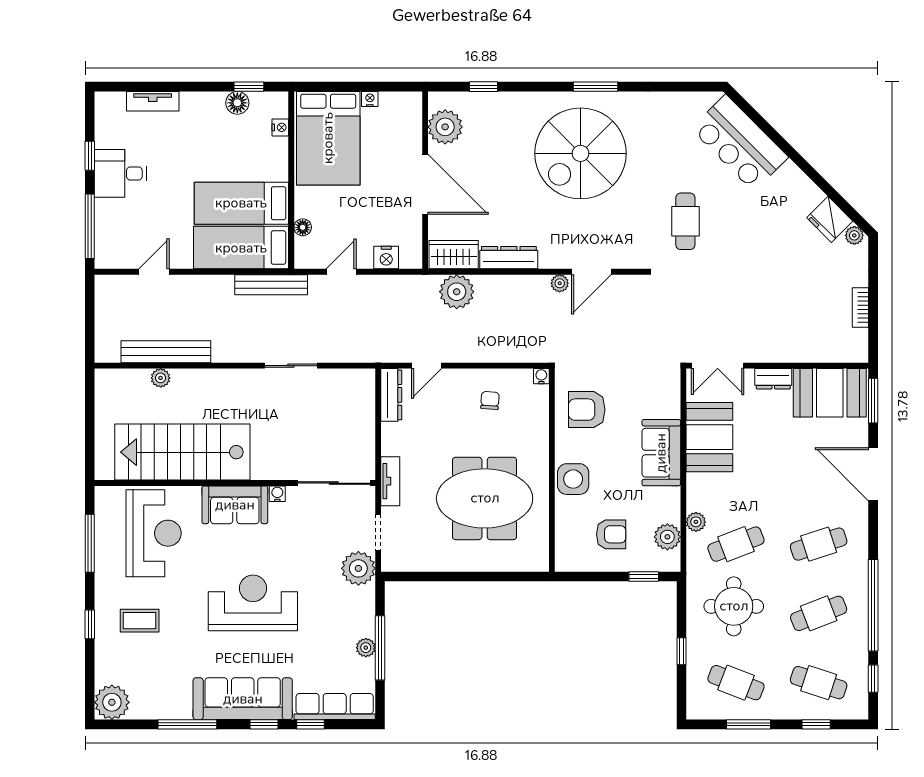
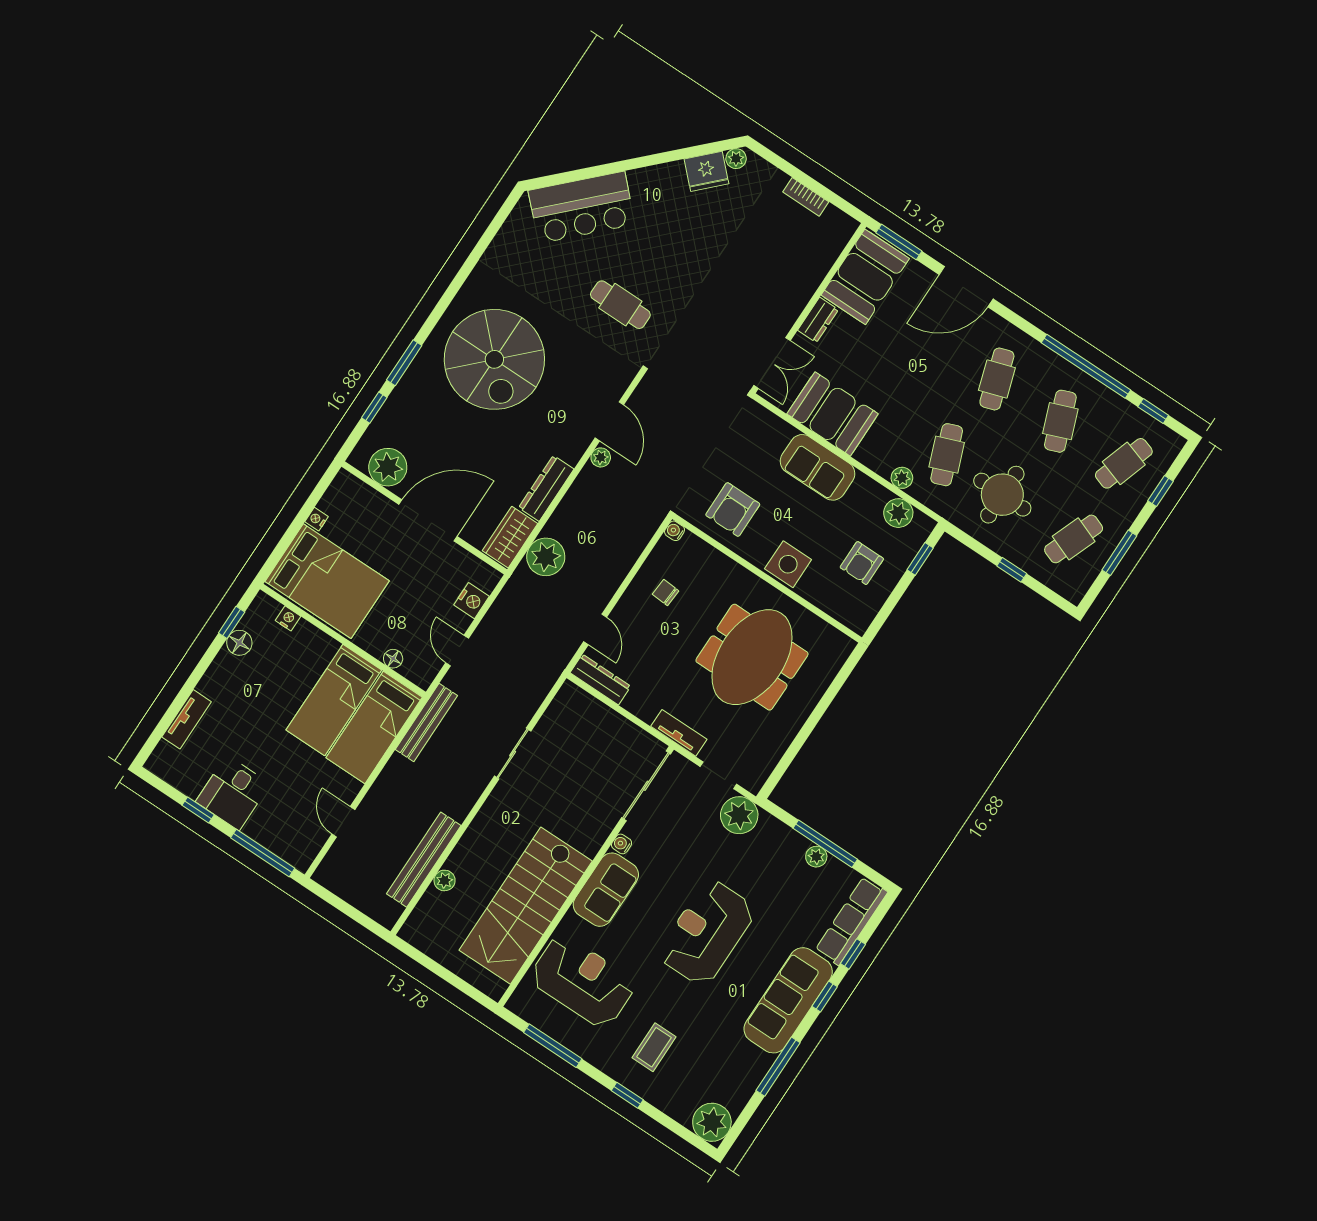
window: (596, 87) -> (404, 363), moved
armchair: (611, 534) -> (862, 563), turned 180

